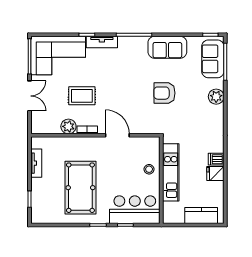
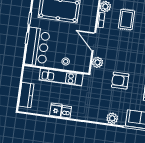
armchair: (164, 93) -> (120, 81), turned -90
plant: (144, 127) -> (97, 62), added
door: (117, 135) -> (94, 42), swing flipped

